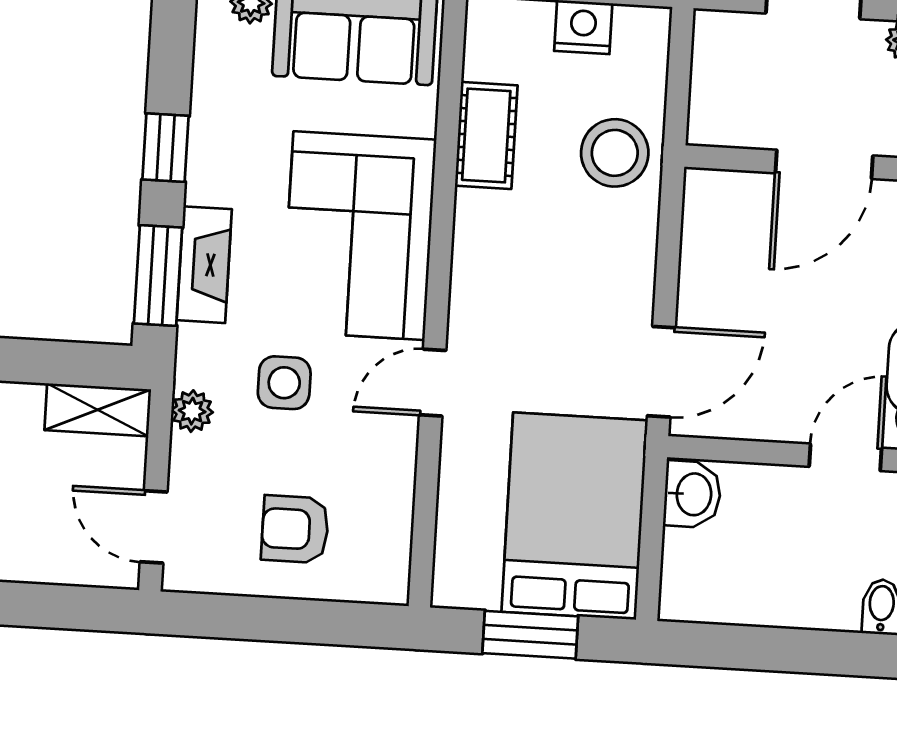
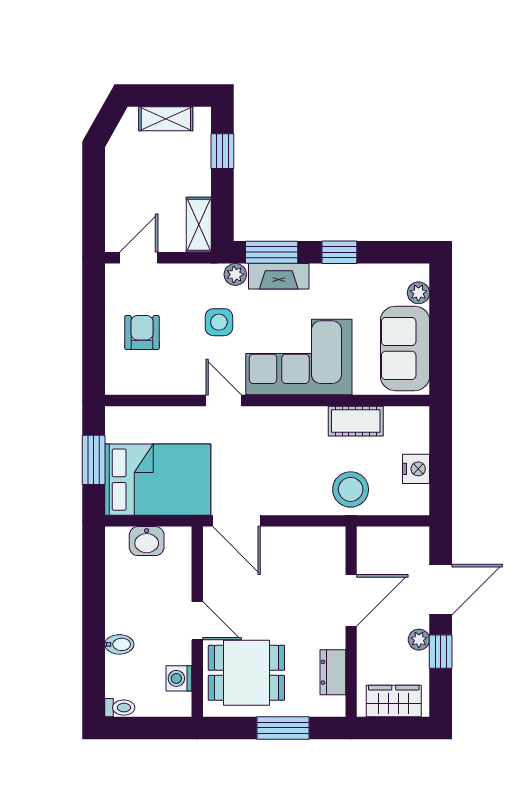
door: (824, 164) -> (351, 600), swing flipped
plant: (192, 411) -> (235, 274), moved
washbasin: (692, 494) -> (147, 541), moved

